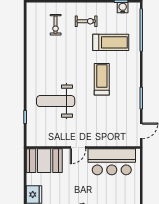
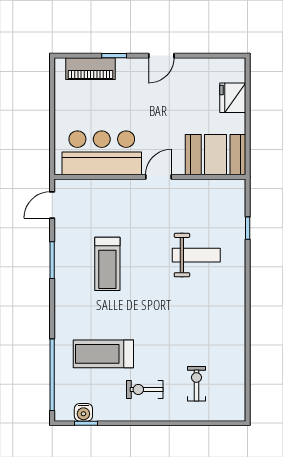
treadmill: (102, 79) -> (107, 264), moved
weight bench: (56, 101) -> (196, 255), width x0.73, depth x0.75

